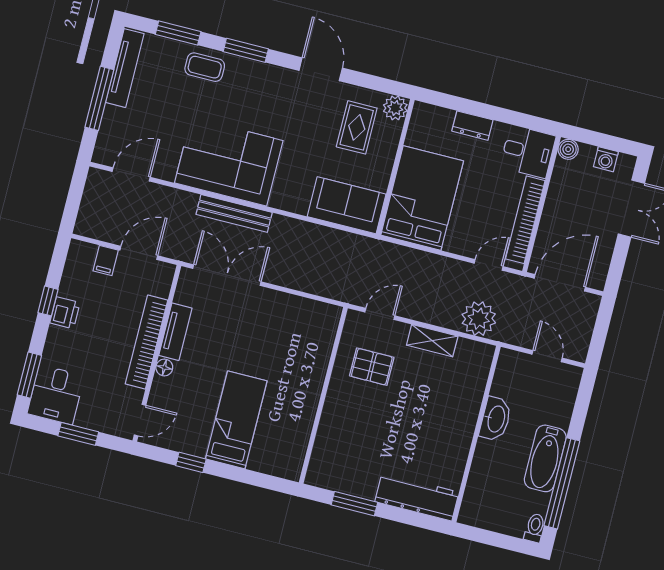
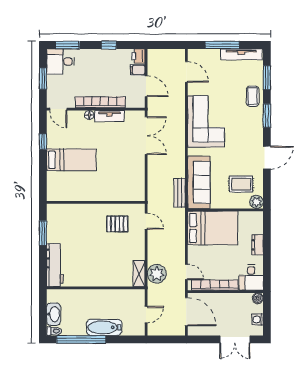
sofa: (347, 205) -> (199, 182), width x1.36
bench: (234, 213) -> (180, 193), moved, width x0.73
printer: (65, 313) -> (138, 56), moved, turned 90
shelving: (432, 341) -> (139, 274), moved
pallet: (372, 367) -> (117, 224), turned 90
washbasin: (496, 419) -> (54, 314), moved, turned -90
bathtub: (545, 458) -> (104, 327), moved

